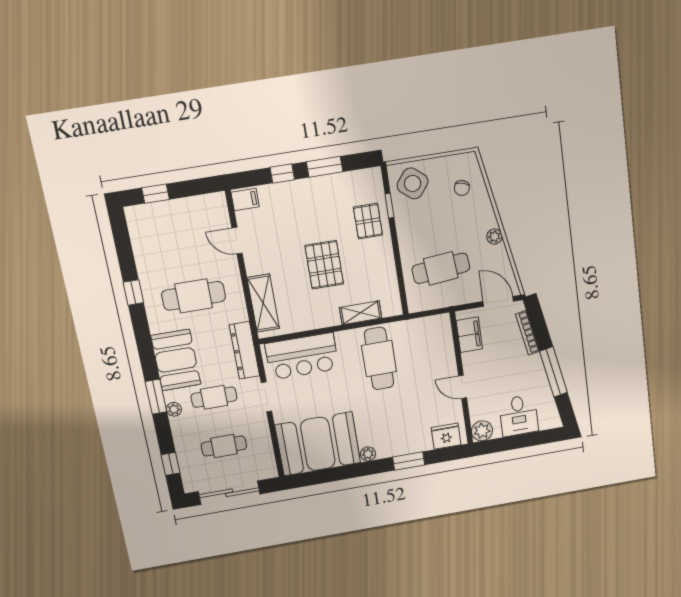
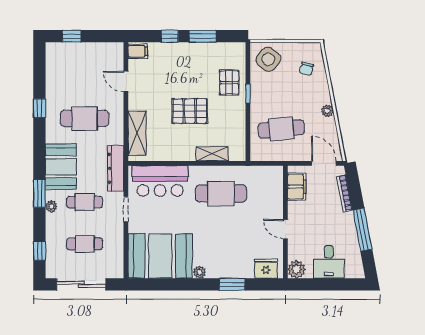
window: (389, 206) -> (248, 93), moved
pallet: (324, 265) -> (190, 111), turned 90
cafe table: (379, 359) -> (221, 194), turned 90

